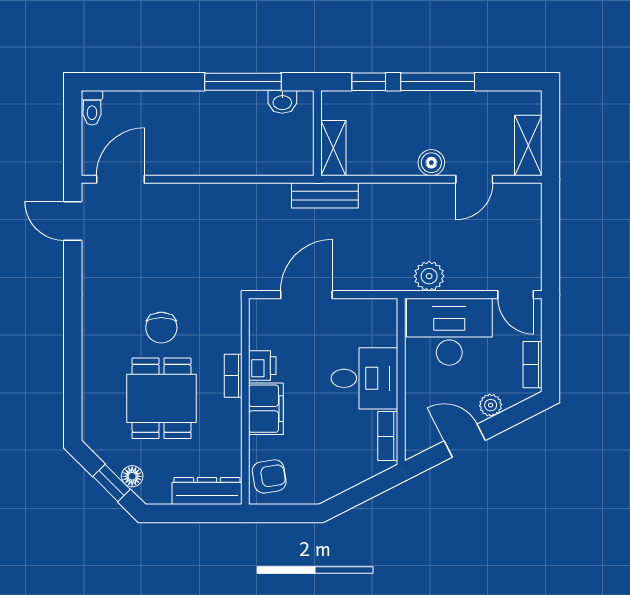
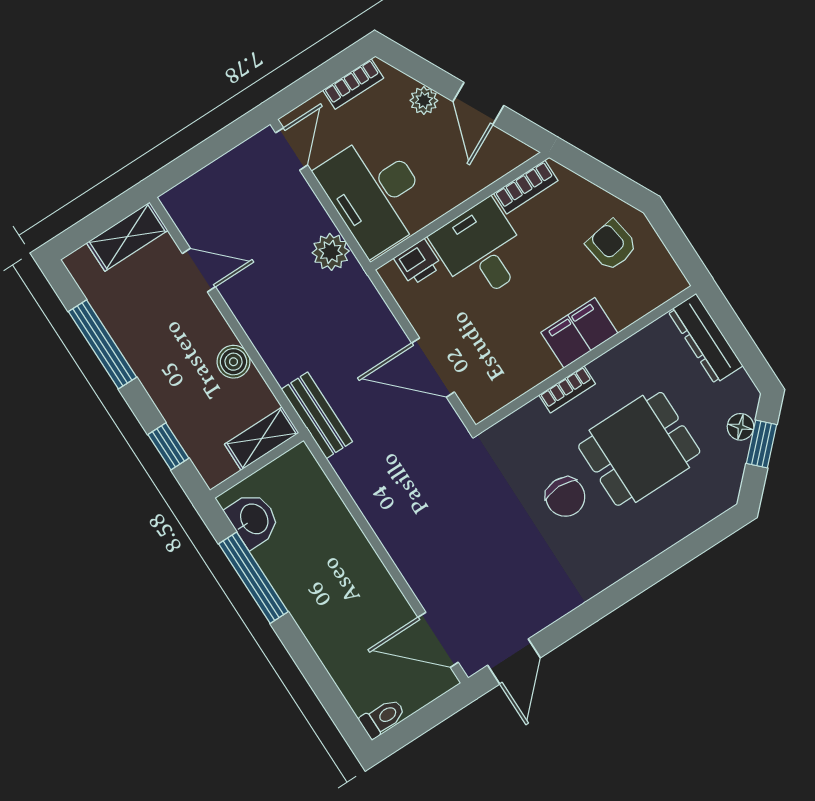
window: (438, 82) -> (102, 344), moved
washbasin: (282, 102) -> (253, 520), width x1.38, depth x1.45
boiler: (431, 163) -> (234, 362), moved
chair: (161, 328) -> (565, 497), turned 90
printer: (262, 366) -> (418, 262), moved, turned 180
armchair: (269, 476) -> (612, 245), moved

